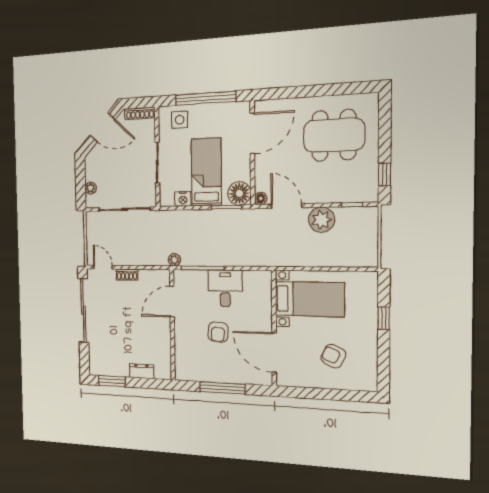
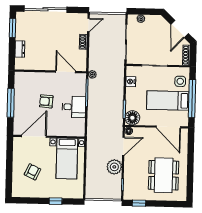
bed: (206, 172) -> (168, 100), moved, turned 180
sliding door: (83, 310) -> (45, 9), moved

